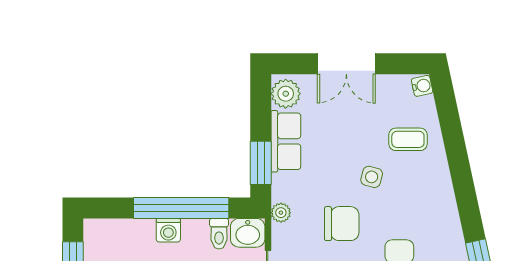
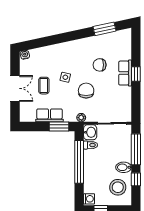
plant: (286, 94) -> (28, 115), removed
coffee table: (408, 139) -> (44, 86), moved
washing machine: (168, 230) -> (89, 199), moved

